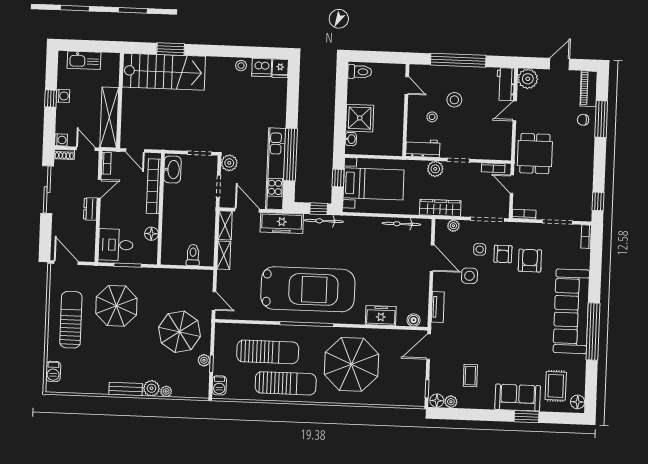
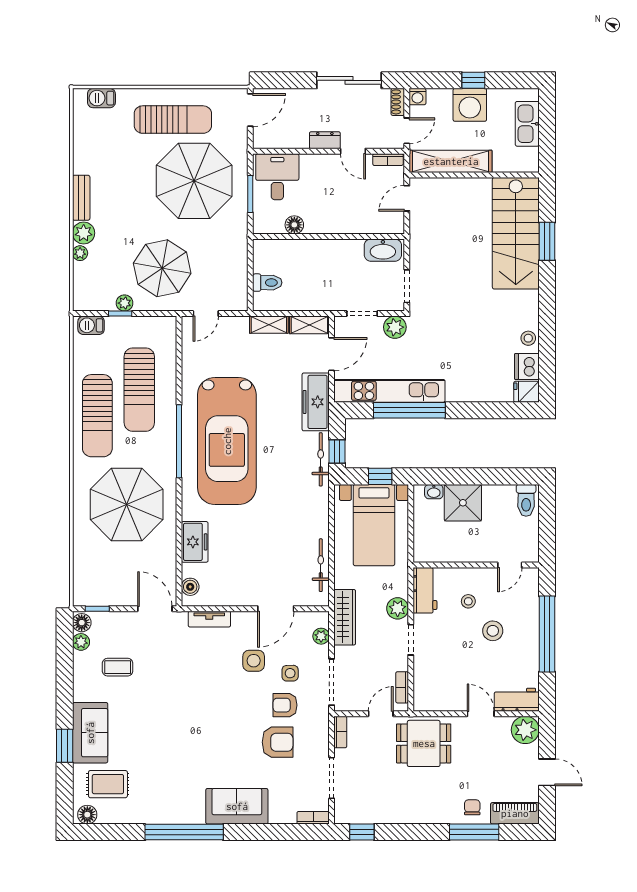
washing machine: (63, 96) -> (470, 105), width x1.89, depth x1.89
bookcase: (154, 186) -> (359, 225), removed
parasol: (116, 306) -> (194, 181), width x1.36, depth x1.36
sofa: (571, 311) -> (237, 806), width x0.54, depth x0.79

